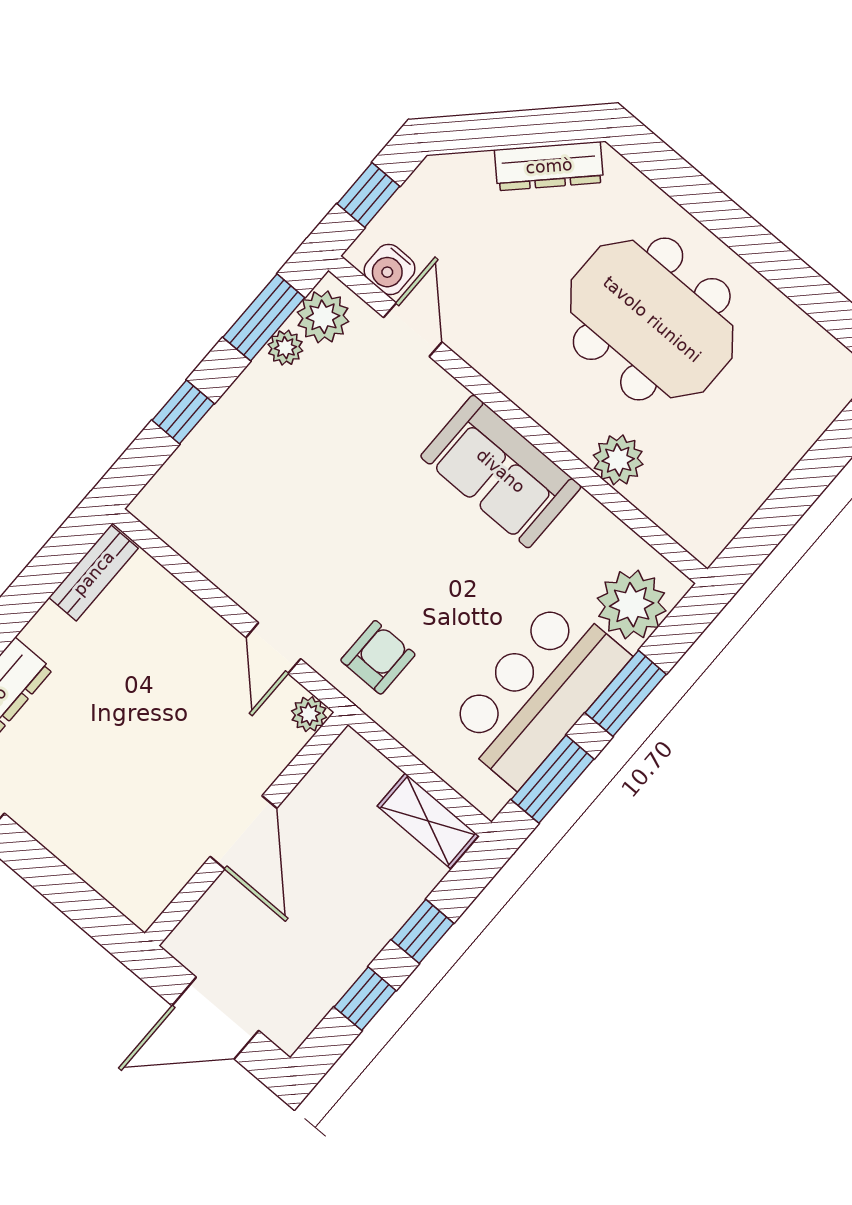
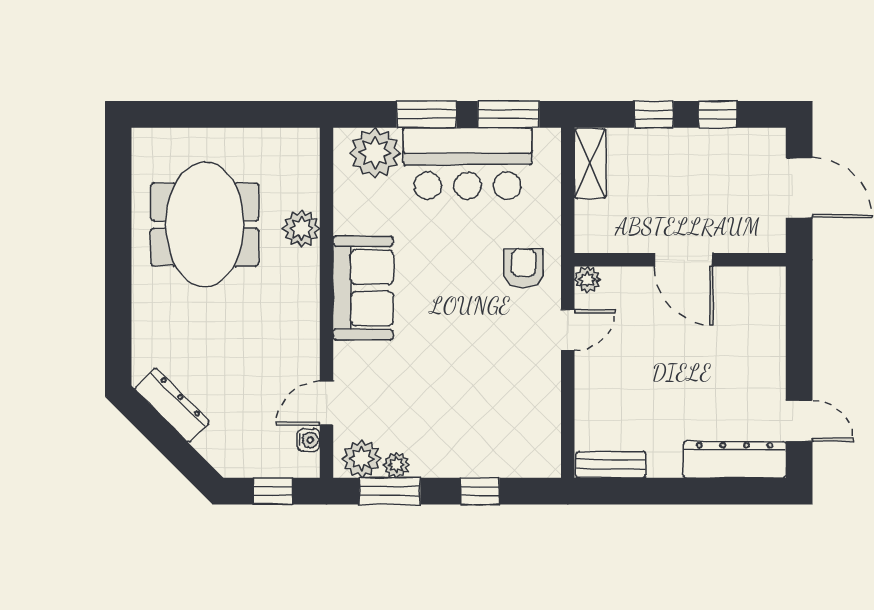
water cooler: (390, 269) -> (308, 440), width x0.72, depth x0.72
meeting table: (652, 319) -> (205, 225), moved
armchair: (378, 657) -> (524, 268), turned 90
door: (243, 832) -> (683, 260), swing flipped

